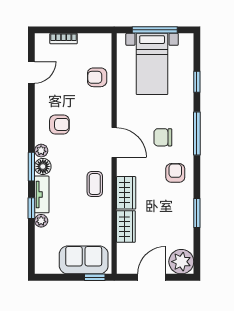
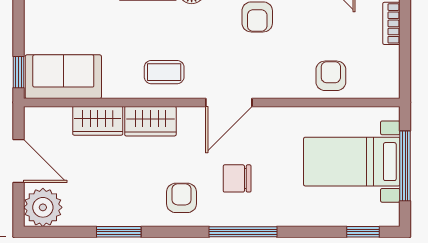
window: (197, 82) -> (363, 232), moved
chair: (163, 137) -> (237, 178), turned -90
armchair: (175, 173) -> (181, 198), turned -90
sofa: (84, 260) -> (63, 77), moved, turned -90

